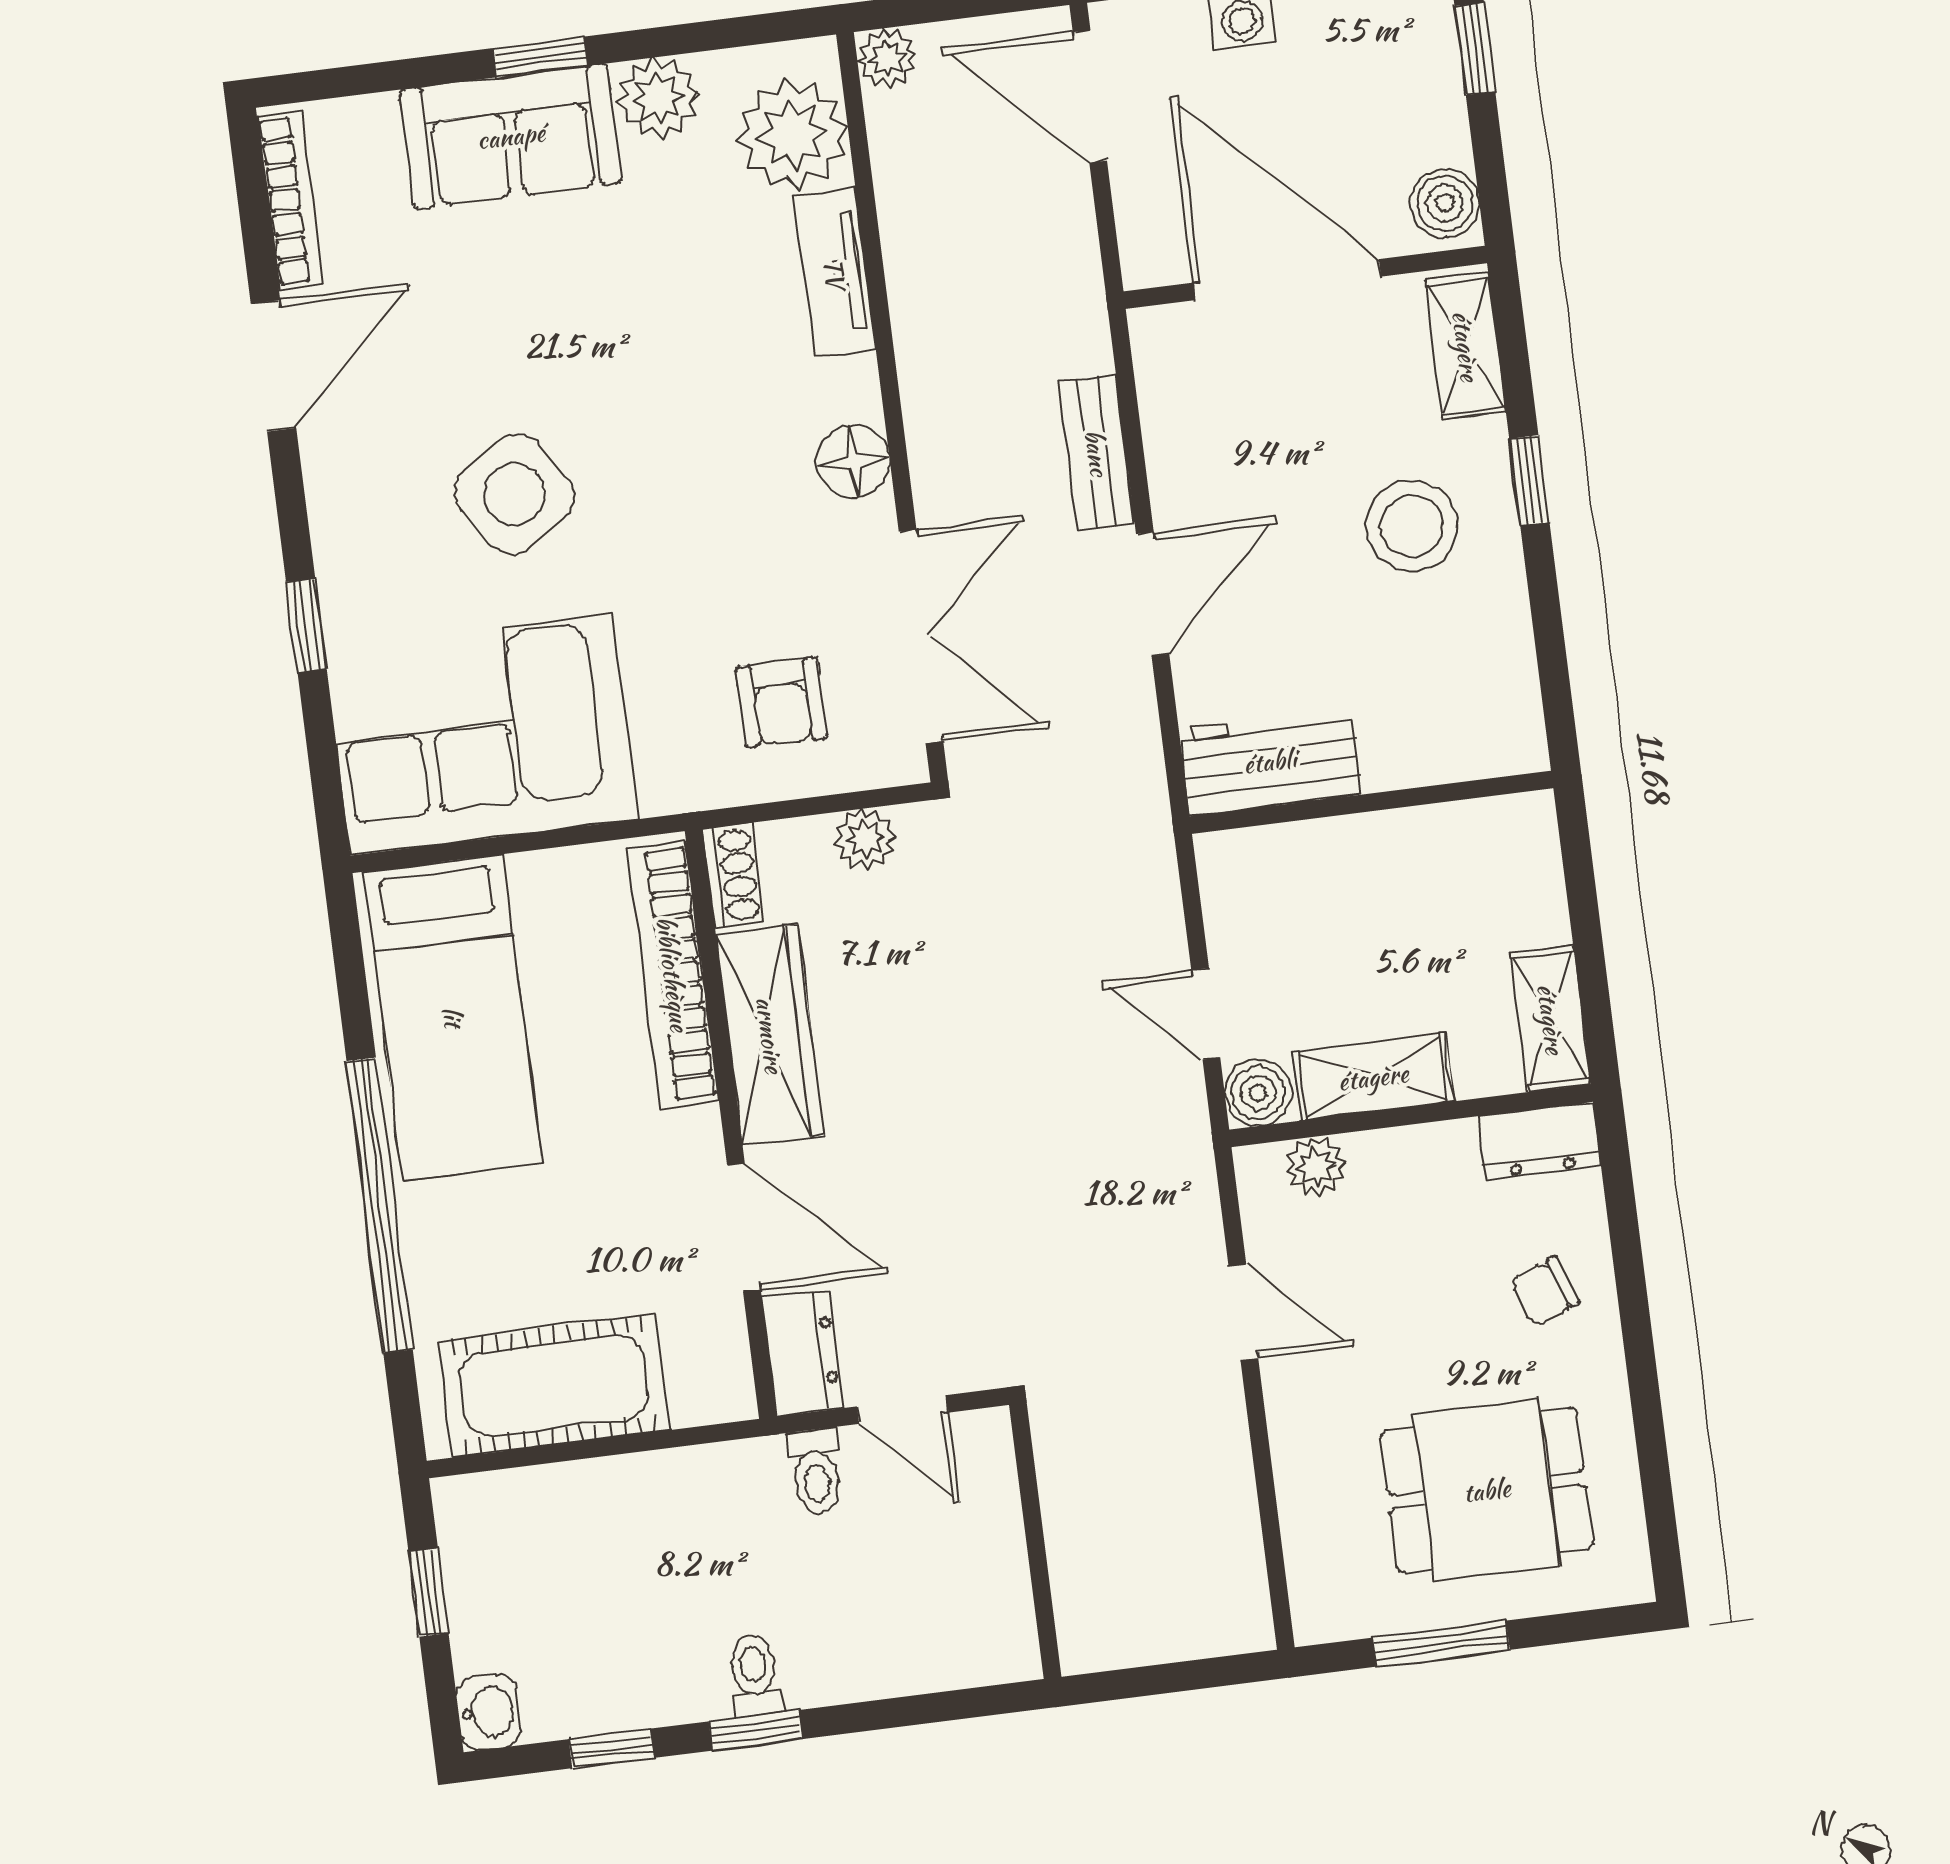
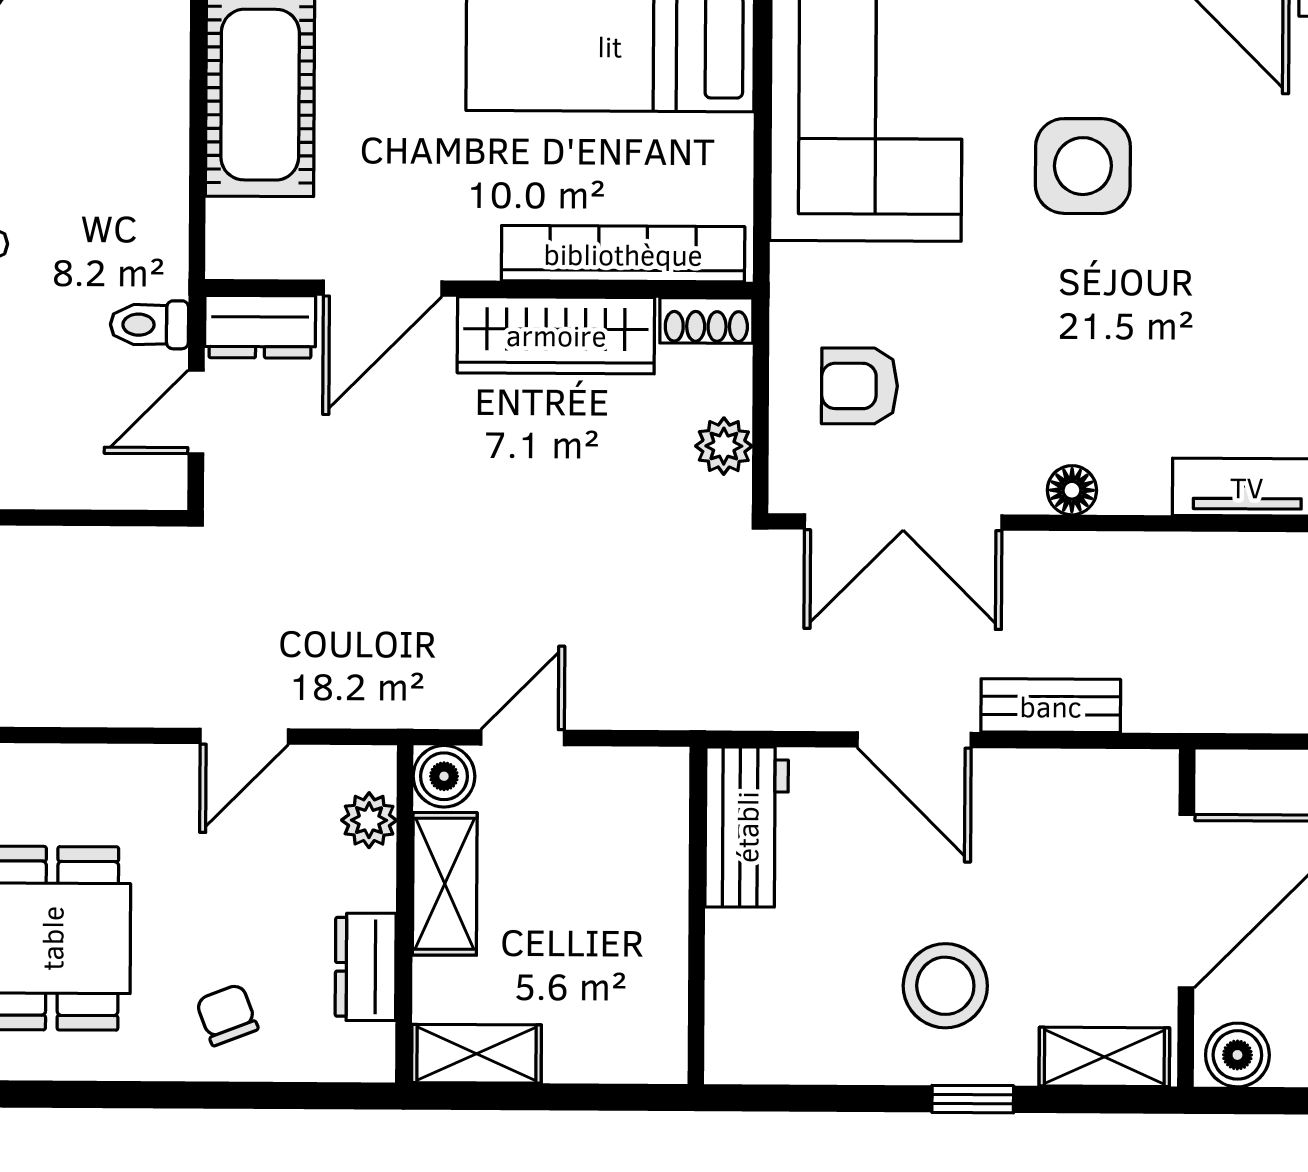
floor lamp: (853, 461) -> (1072, 490), width x0.73, depth x0.73
side table: (514, 494) -> (1083, 166), turned 34
dresser: (1540, 1141) -> (366, 967), moved

